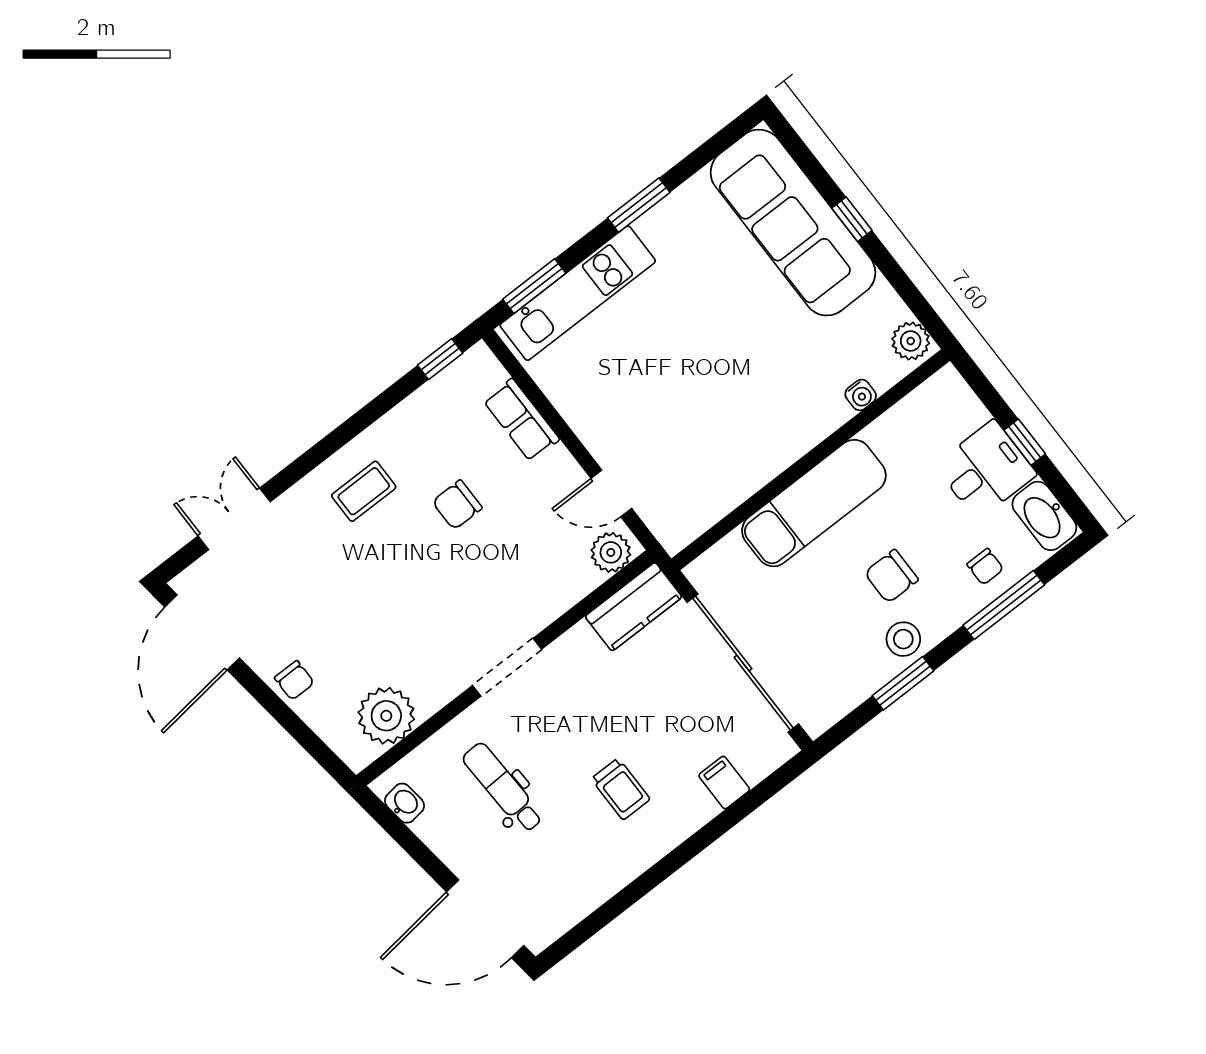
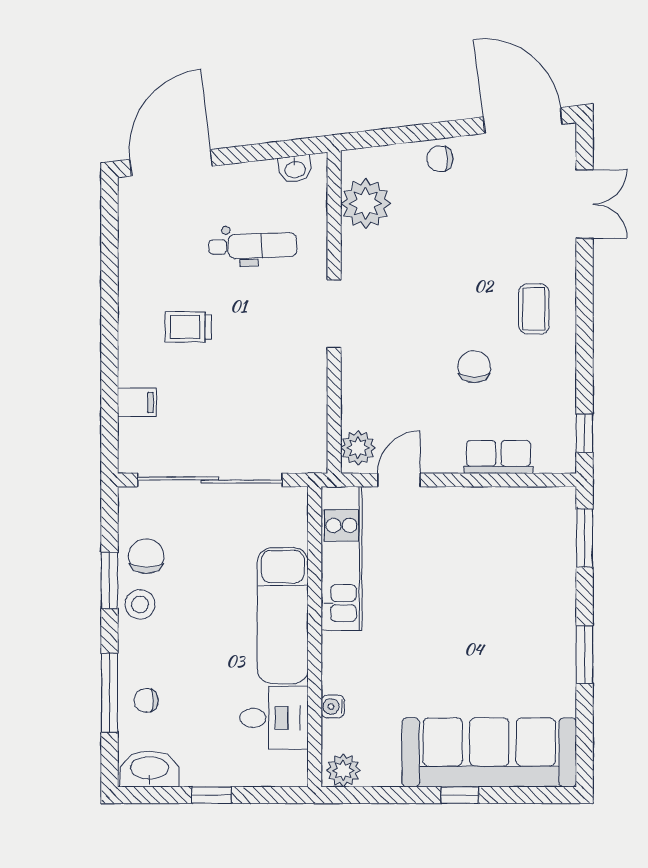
kitchen unit: (578, 293) -> (341, 558), moved, turned 180
desk: (986, 470) -> (274, 718), moved, turned -90
chair: (891, 576) -> (146, 556), moved
kitchen counter: (634, 607) -> (308, 434), removed

